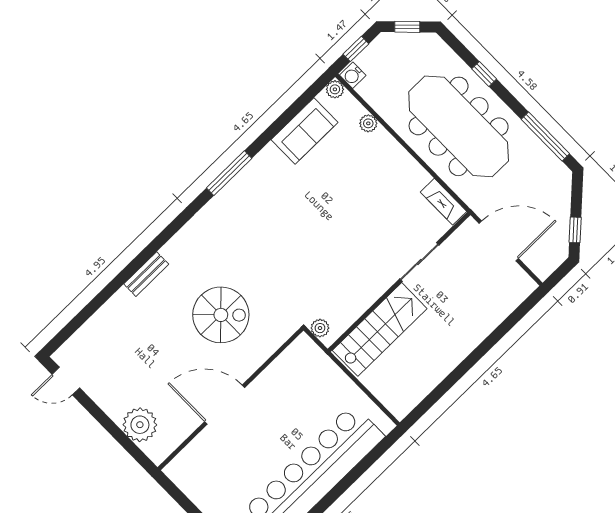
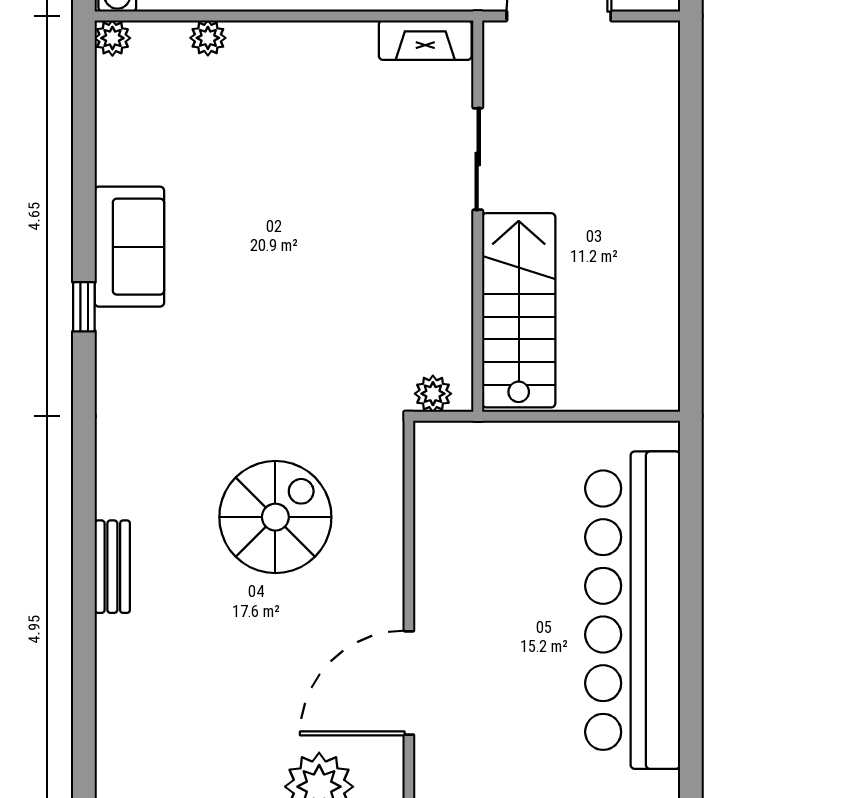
sofa: (304, 131) -> (129, 247), moved
window: (229, 173) -> (84, 307), width x0.46
door: (225, 405) -> (409, 683), moved

